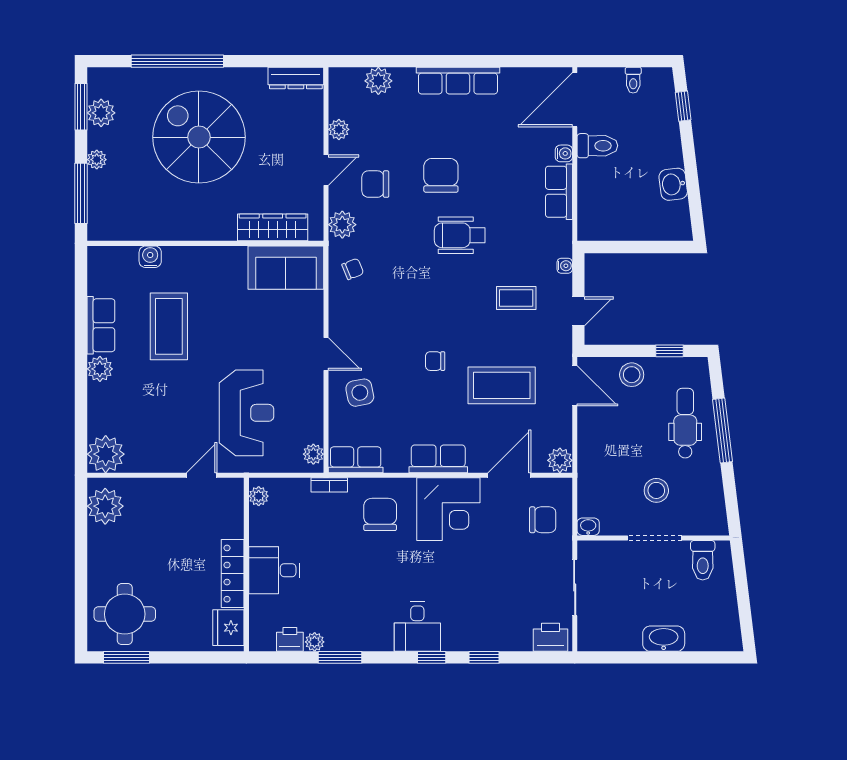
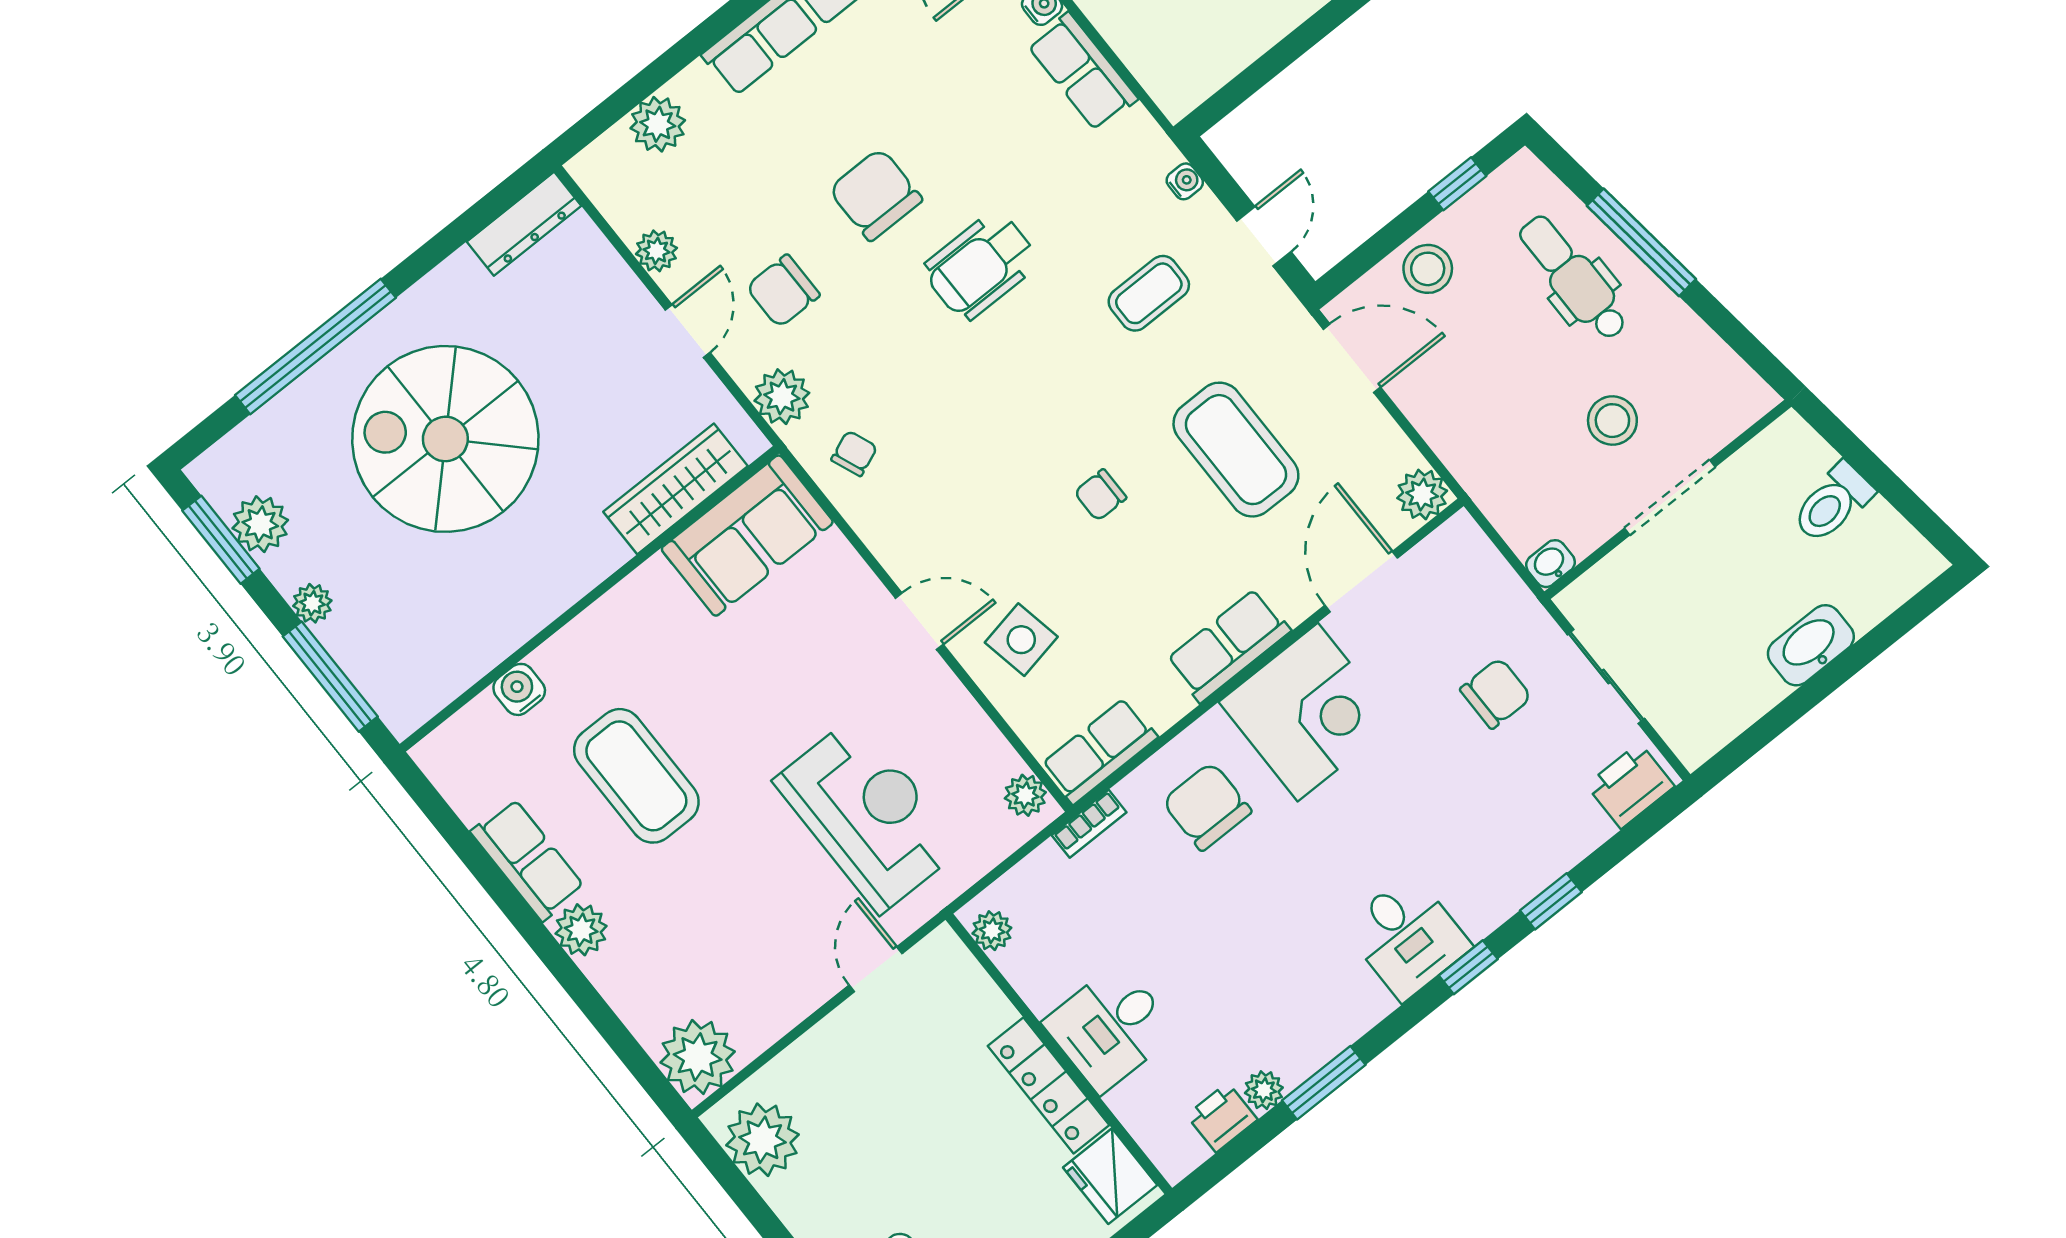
coffee table: (502, 385) -> (1236, 450), turned 90
chair: (543, 520) -> (1496, 693), moved
toilet: (703, 560) -> (1833, 503), moved, turned 83

